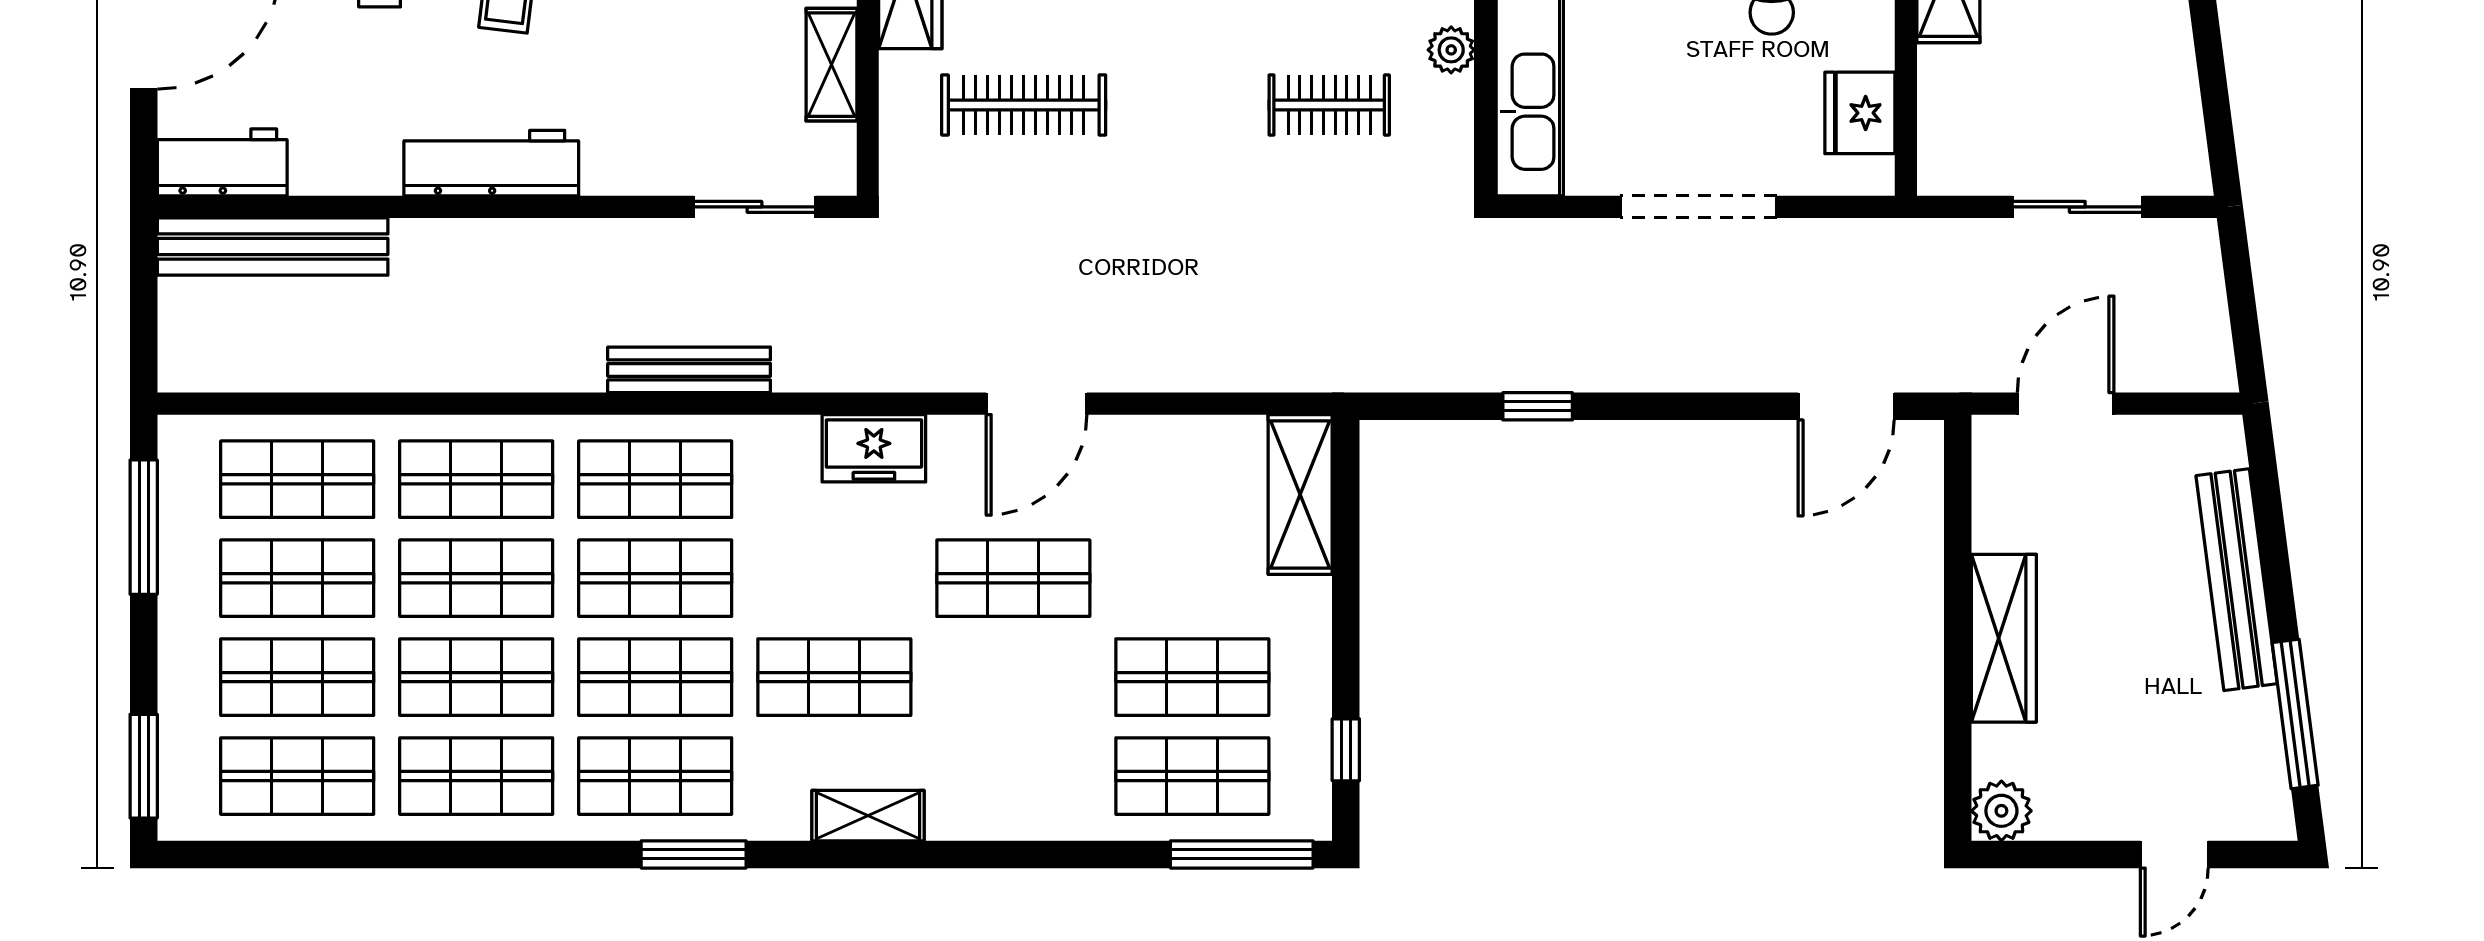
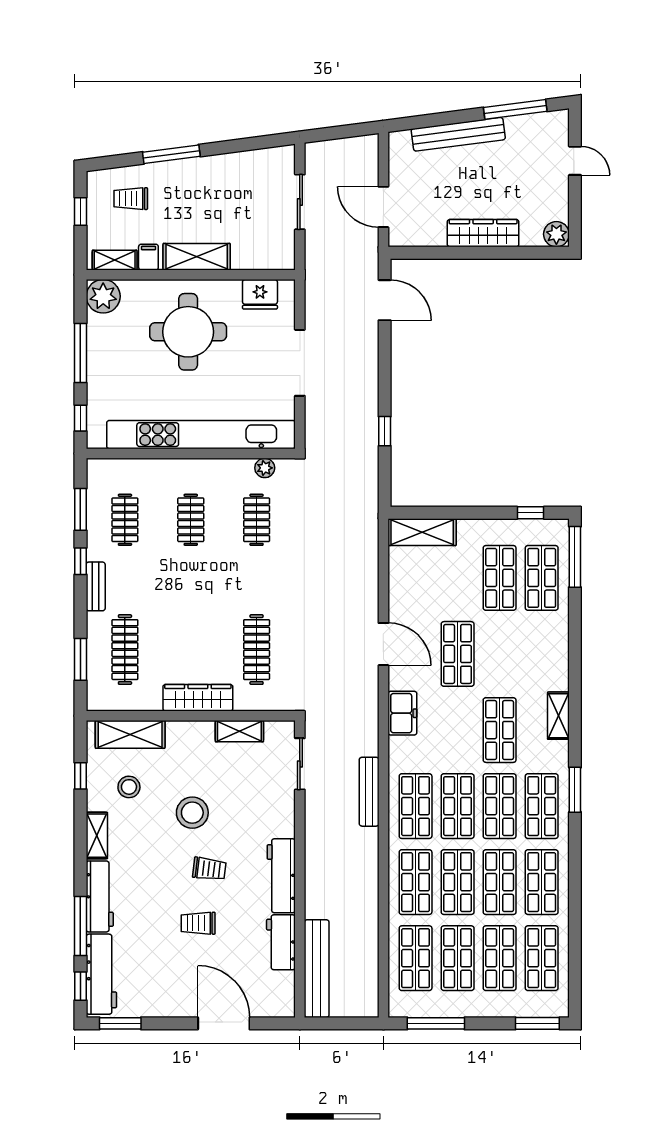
plant: (1451, 50) -> (265, 468), moved
workbench: (222, 162) -> (281, 942), moved

